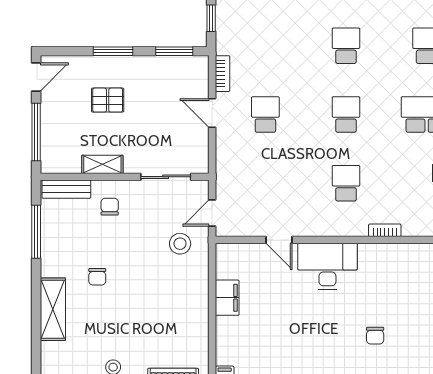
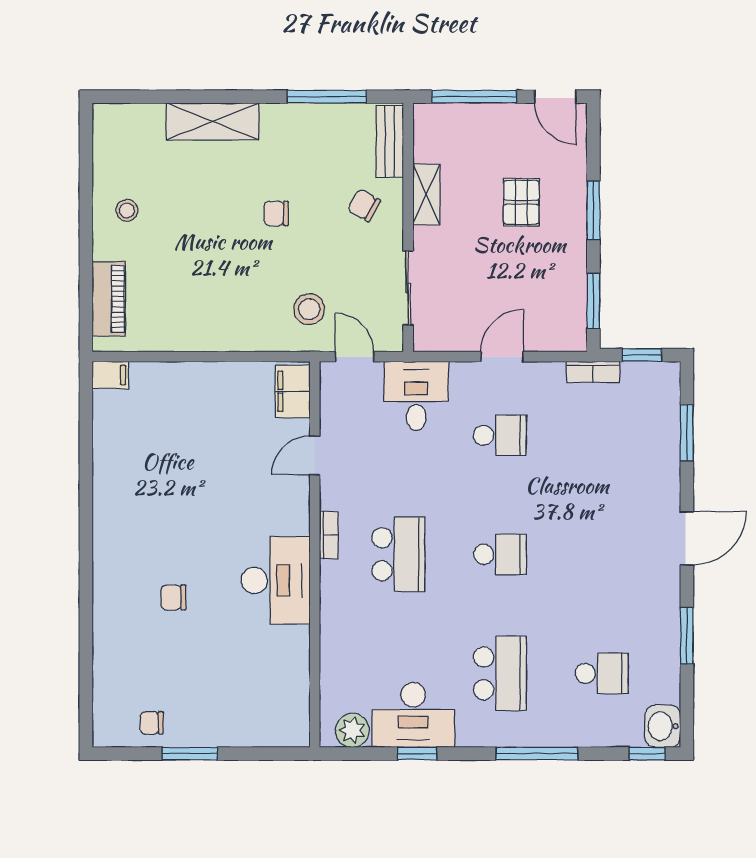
school desk: (346, 46) -> (602, 554), removed
bookcase: (222, 74) -> (593, 372), moved
desk: (239, 171) -> (416, 396), added
school desk: (346, 183) -> (398, 554), width x1.85
chair: (110, 207) -> (364, 205), turned -151
bookcase: (385, 230) -> (329, 535), moved
desk: (327, 266) -> (276, 580), moved
chair: (97, 277) -> (276, 213), moved
filing cabinet: (227, 298) -> (293, 391), moved, turned 90

